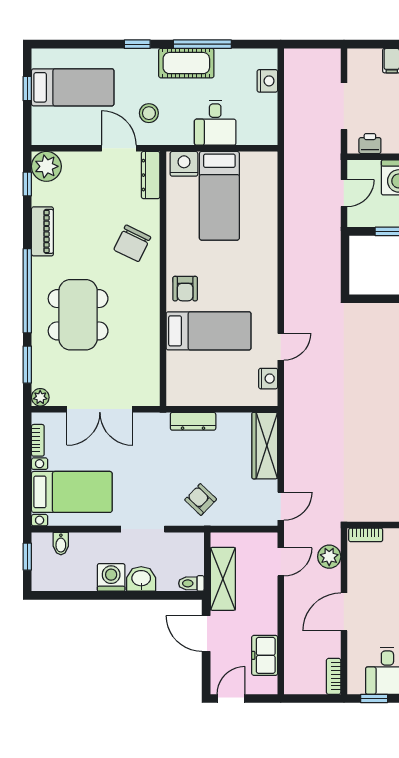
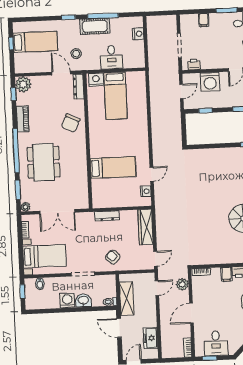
armchair: (185, 289) -> (100, 146), removed

